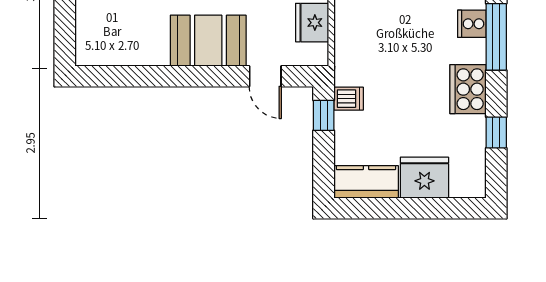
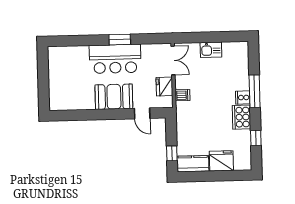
cooker: (472, 24) -> (243, 98), moved
dishwasher: (349, 99) -> (182, 95), moved
window: (324, 115) -> (172, 153), moved

